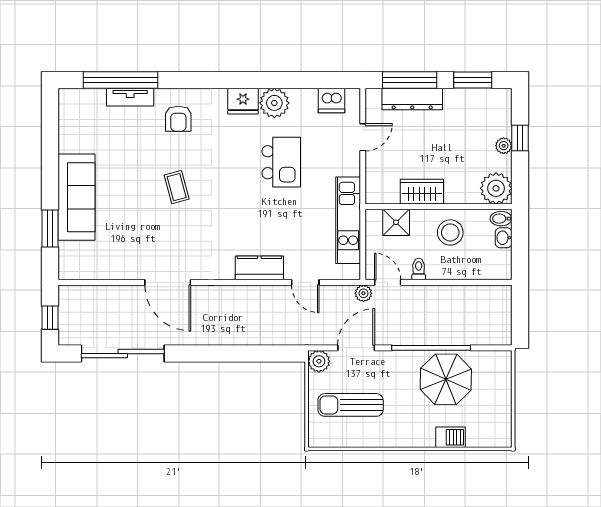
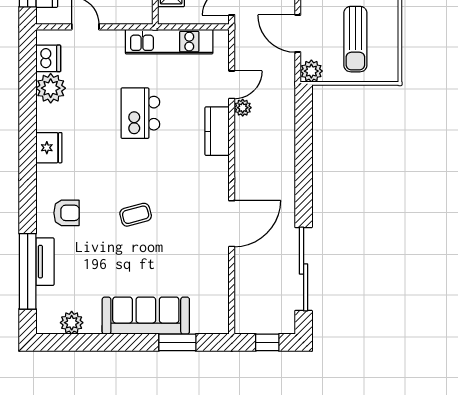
plant: (274, 103) -> (51, 88), moved
plant: (70, 124) -> (72, 323), added
kitchen island: (281, 162) -> (140, 113), moved, turned -90
plant: (363, 293) -> (243, 108), moved

